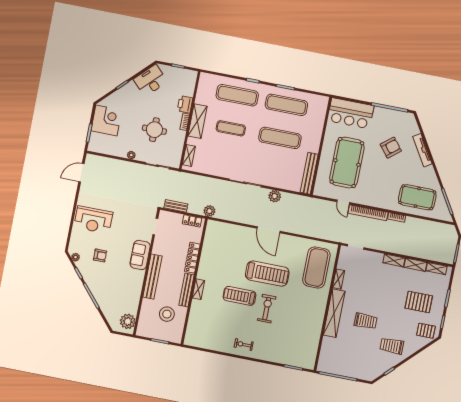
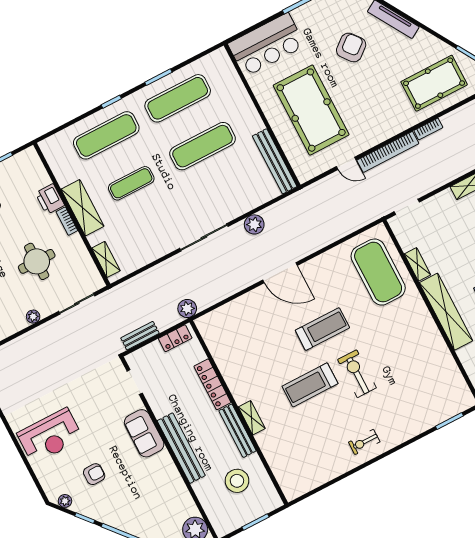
treadmill: (267, 274) -> (322, 329), width x0.73, depth x0.73

